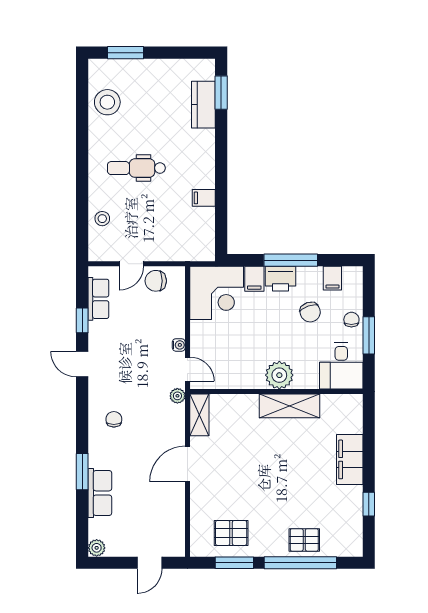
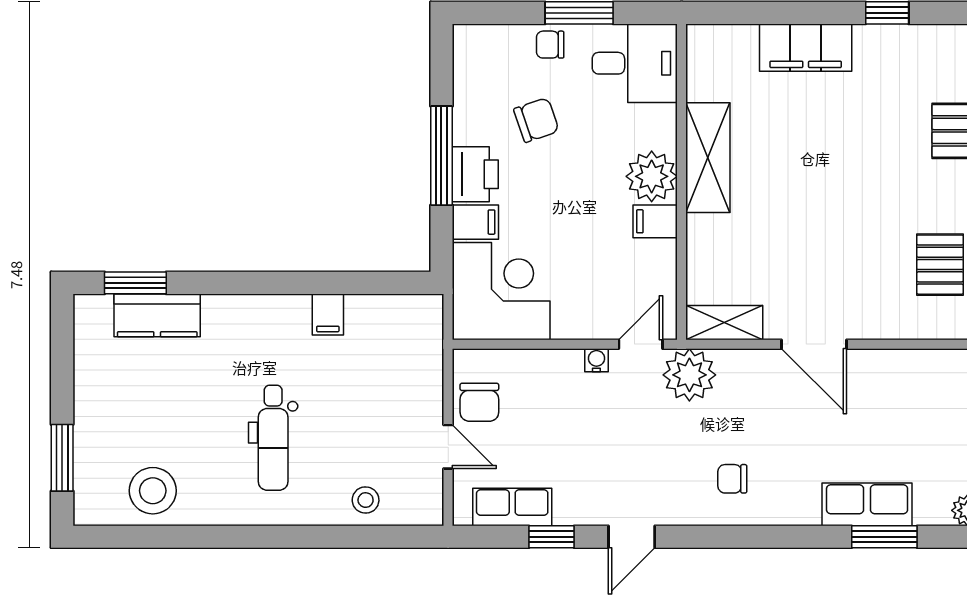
filing cabinet: (332, 278) -> (655, 221), moved, turned 180
plant: (177, 396) -> (689, 375), width x1.88, depth x1.88
window: (82, 472) -> (884, 537), moved

